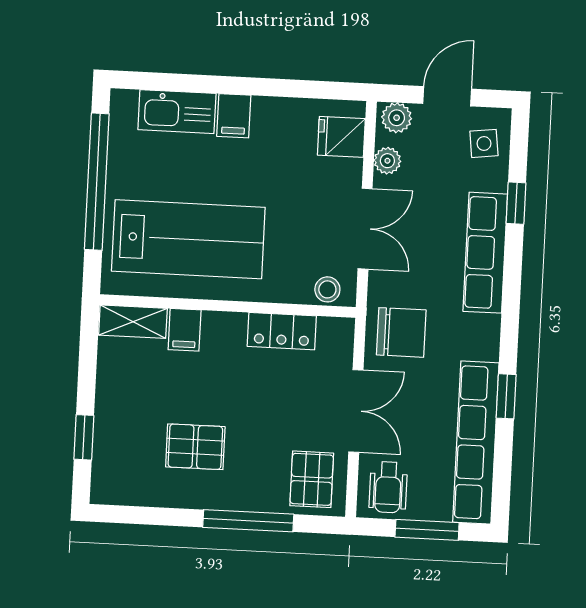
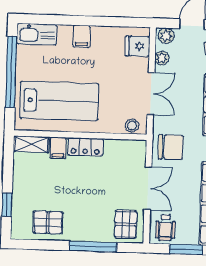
kitchen sink: (177, 112) -> (37, 34), moved
locker: (282, 331) -> (85, 147), moved
pallet: (195, 447) -> (48, 222), moved

